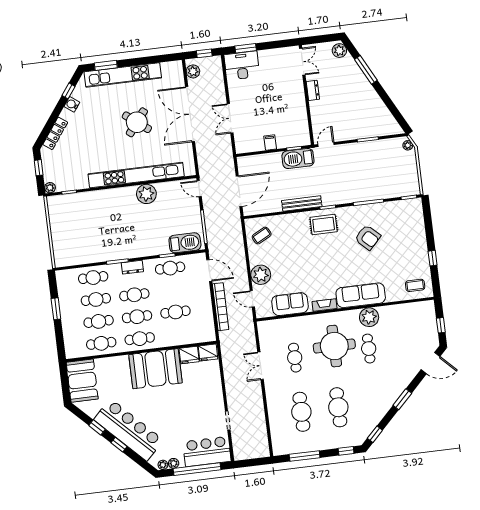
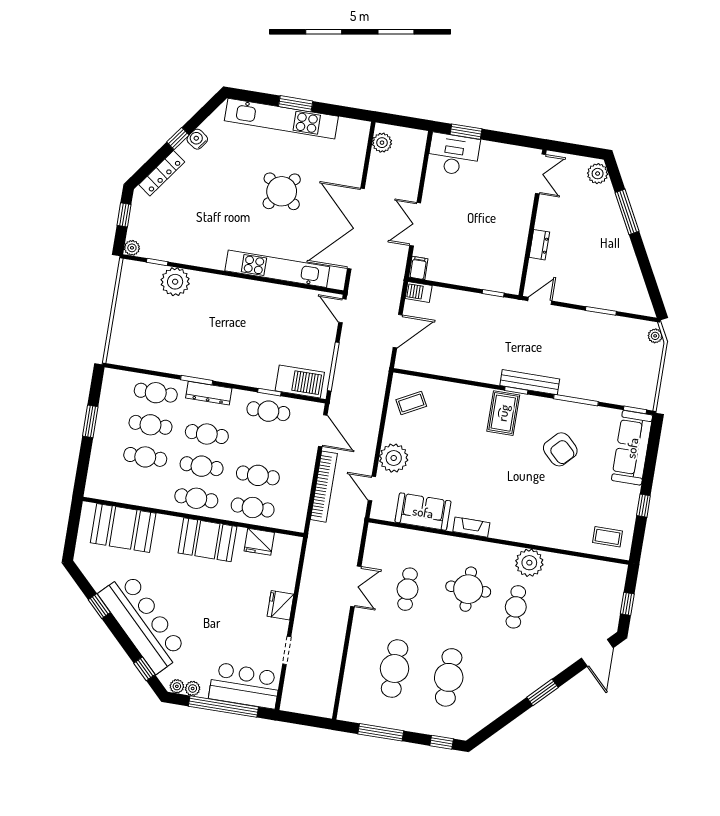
window: (204, 53) -> (405, 122), removed
window: (106, 65) -> (296, 104), moved
dresser: (313, 90) -> (539, 245), moved
window: (68, 91) -> (178, 139), moved
double door: (190, 114) -> (356, 229), moved
filing cabinet: (270, 143) -> (418, 268), moved
barbecue: (298, 158) -> (419, 292), moved, width x0.53, depth x0.65
kitchen unit: (136, 175) -> (277, 269), width x0.73
door: (239, 191) -> (398, 331), width x0.73
plant: (146, 194) -> (175, 282), moved
bench: (302, 203) -> (530, 382), moved
rug: (324, 225) -> (503, 413), turned 90
dresser: (132, 267) -> (209, 393), width x1.44
sofa: (361, 295) -> (632, 448), moved, turned -90
cafe table: (101, 343) -> (253, 507), moved
round table: (334, 346) -> (468, 589), width x0.73, depth x0.73
fridge: (208, 352) -> (280, 605), moved, turned 90
door: (431, 363) -> (597, 653), hinge flipped
double door: (261, 366) -> (356, 586), swing flipped
booth: (155, 369) -> (207, 540), width x0.73, depth x0.70
booth: (82, 381) -> (123, 528), moved, turned 90
window: (375, 434) -> (489, 731), removed
window: (119, 445) -> (144, 669), moved

